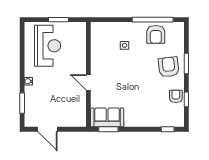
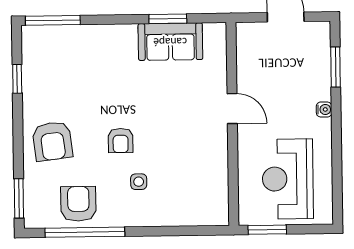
window: (186, 64) -> (19, 198), moved
wall: (88, 74) -> (232, 124), moved
door: (88, 82) -> (232, 109), moved
armchair: (176, 96) -> (121, 140), moved
window: (168, 129) -> (53, 20), width x2.17

